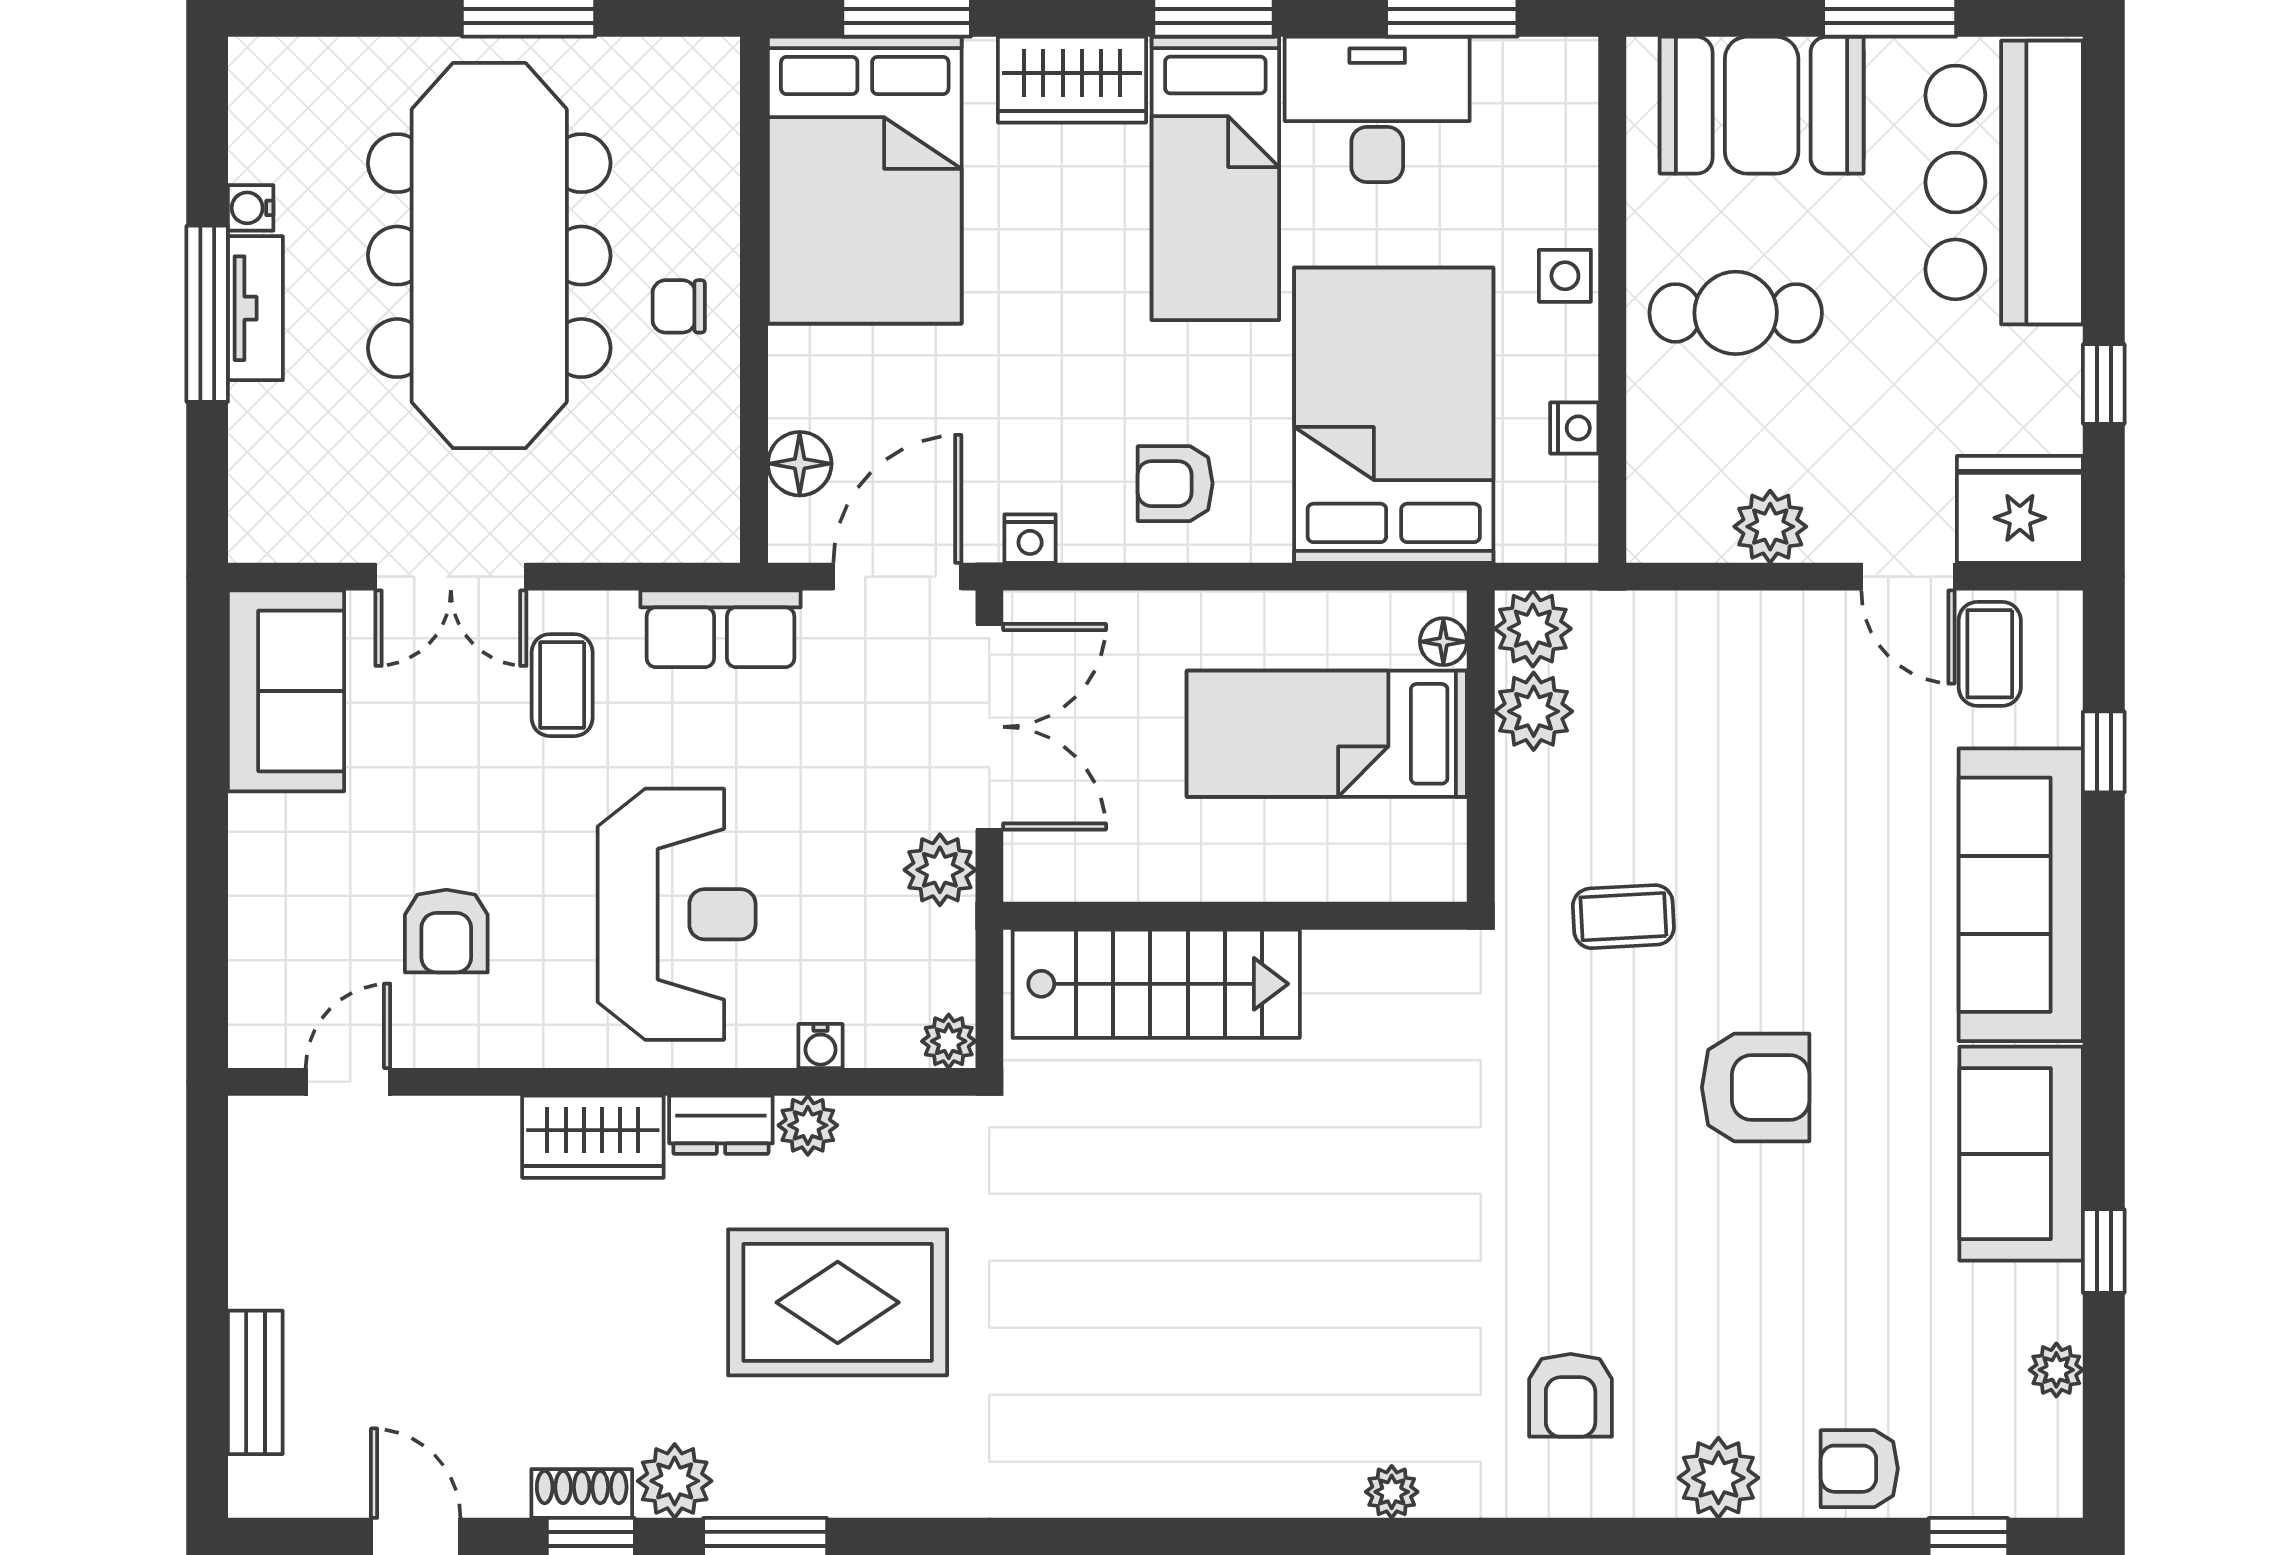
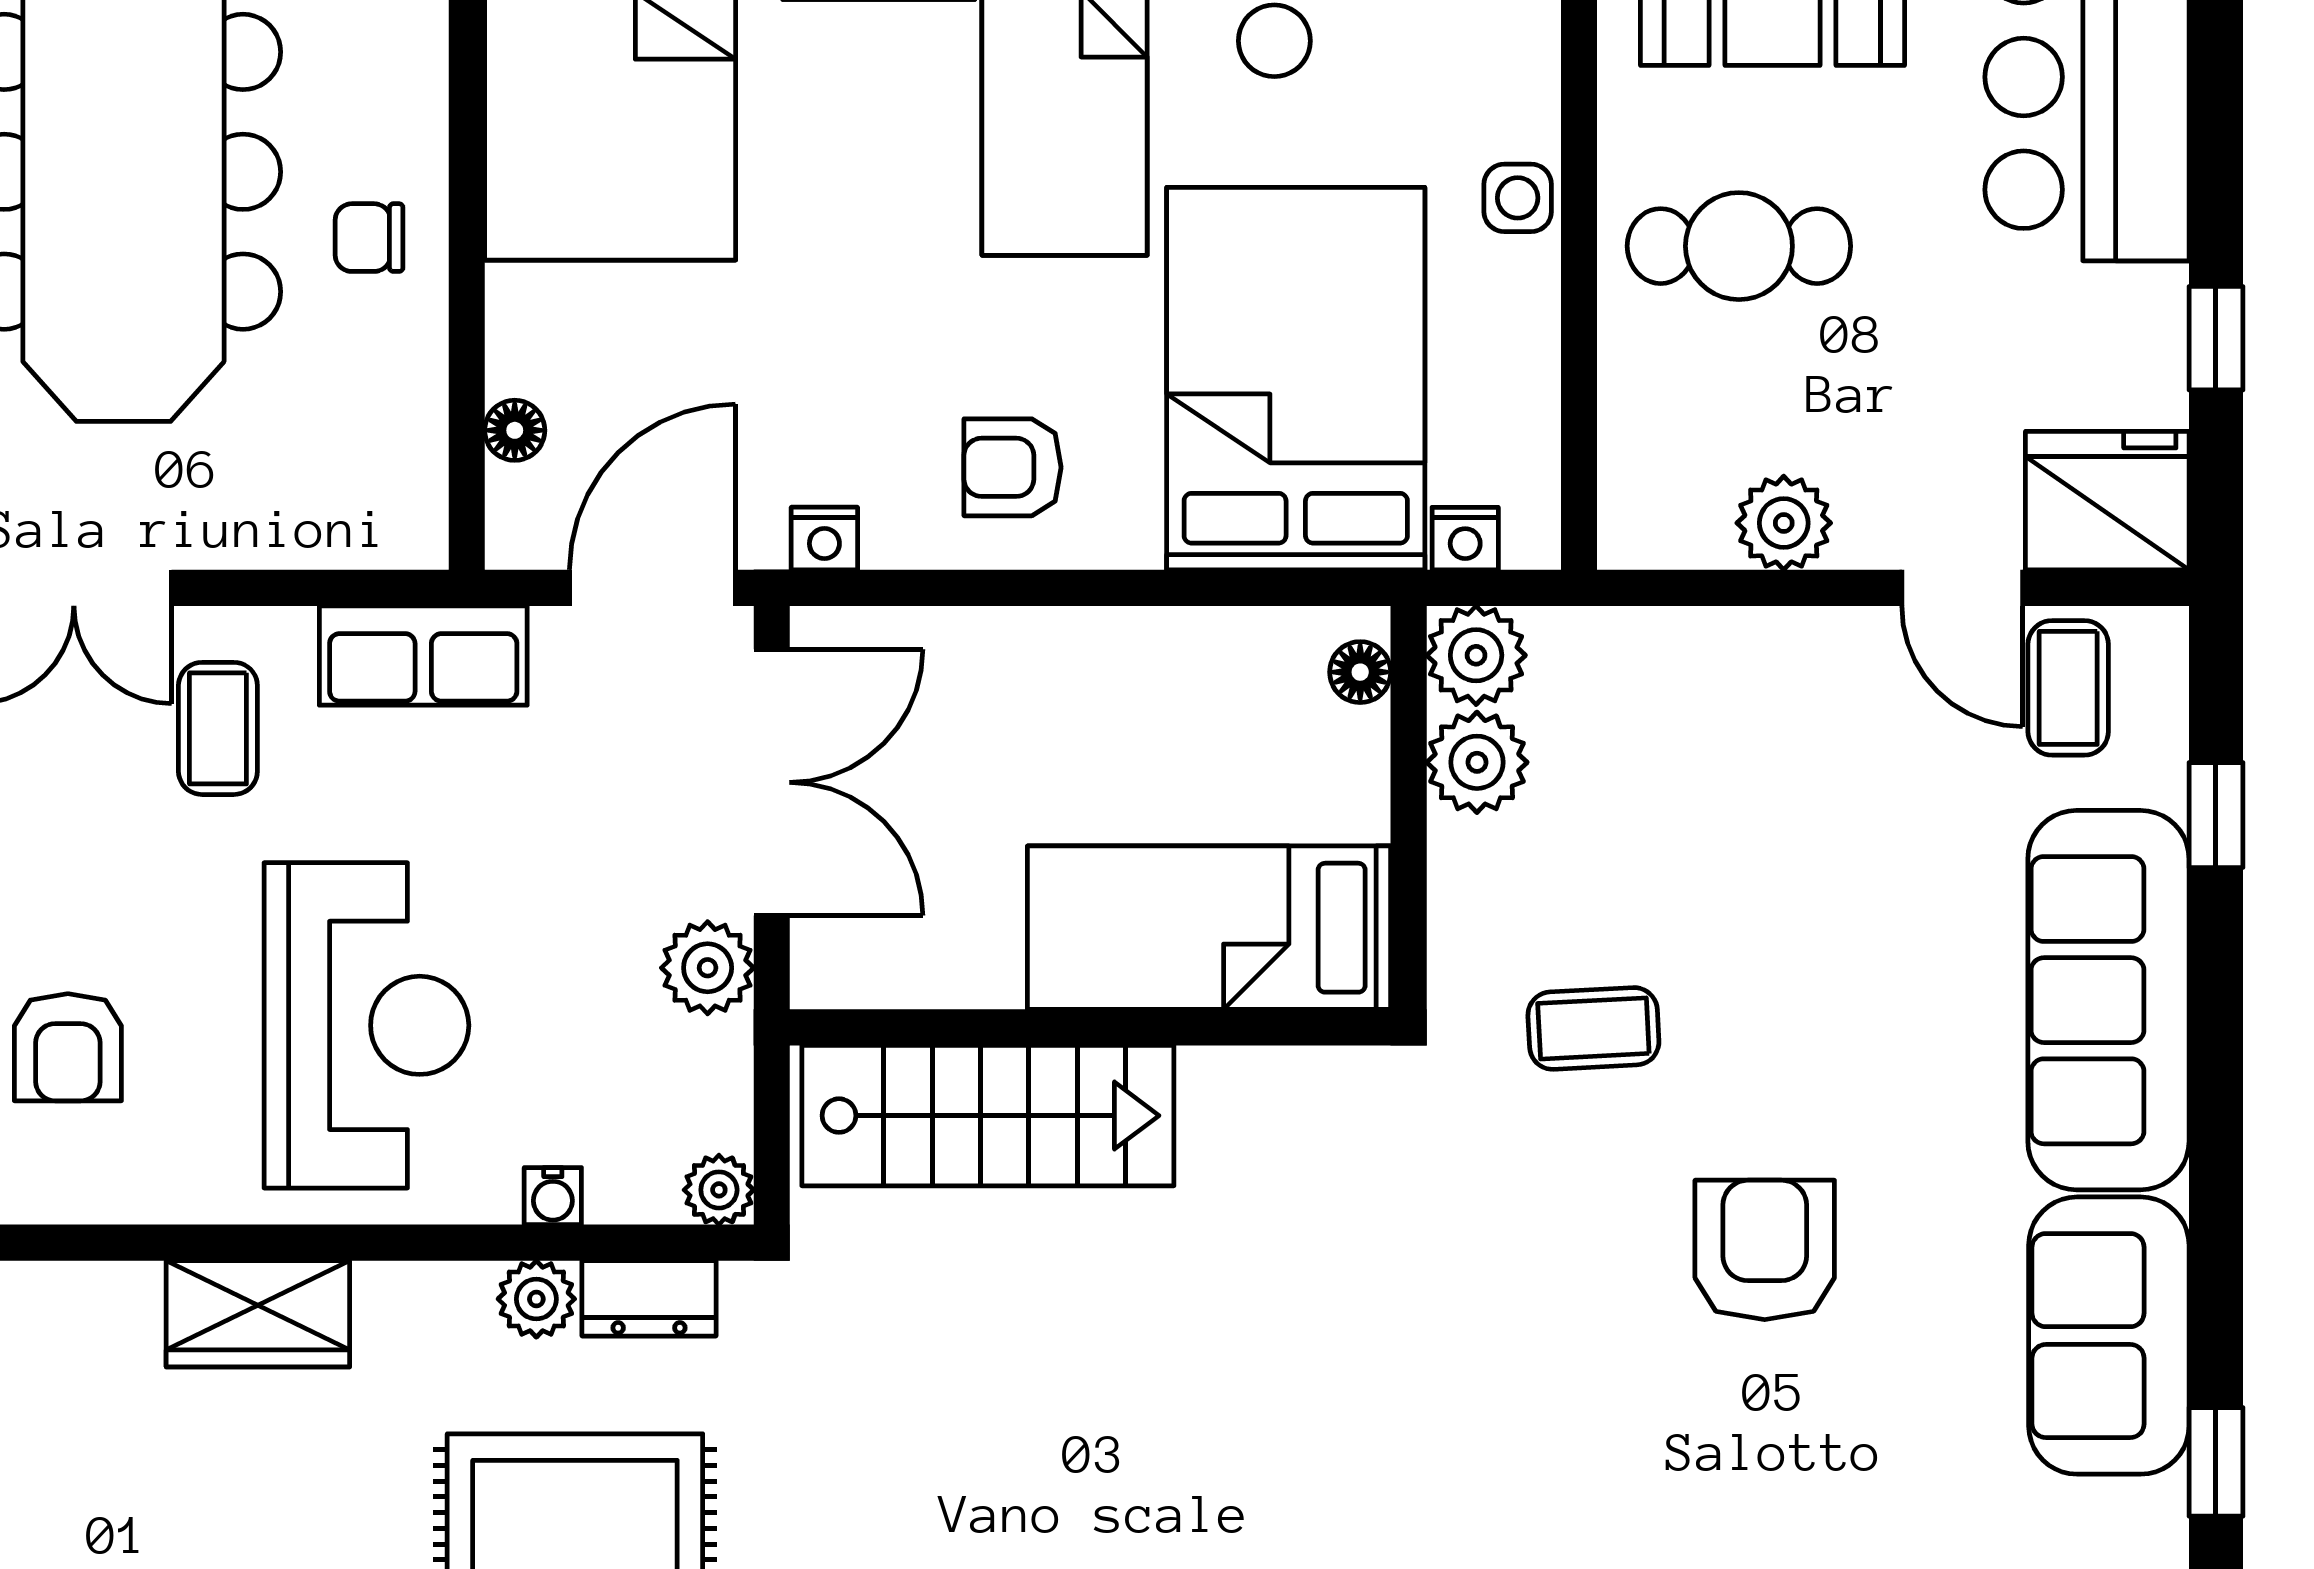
nightstand: (1574, 428) -> (1465, 539), moved, turned 90
floor lamp: (800, 464) -> (515, 430), width x0.73, depth x0.73
bed: (1327, 734) -> (1209, 928), moved
armchair: (1756, 1088) -> (1765, 1250), turned -90
dresser: (721, 1125) -> (649, 1298), moved

